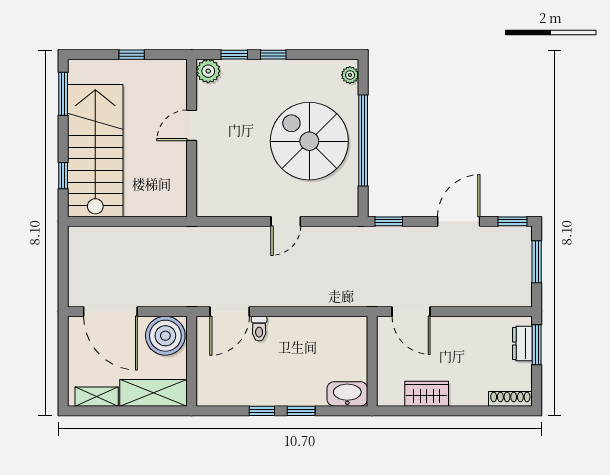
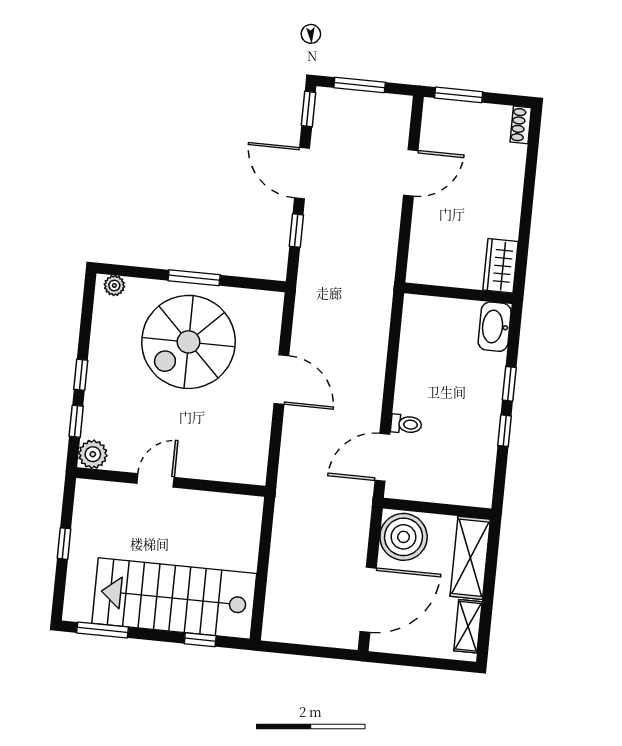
door: (192, 125) -> (156, 480), swing flipped
window: (363, 140) -> (194, 278), width x0.47
door: (286, 221) -> (281, 380), width x1.38
window: (389, 221) -> (296, 231), moved
door: (230, 312) -> (382, 457), swing flipped
door: (411, 312) -> (411, 173), moved
dresser: (522, 343) -> (455, 112), removed
wardrobe: (427, 394) -> (500, 266), moved
shoe rack: (510, 399) -> (521, 125), width x0.70

